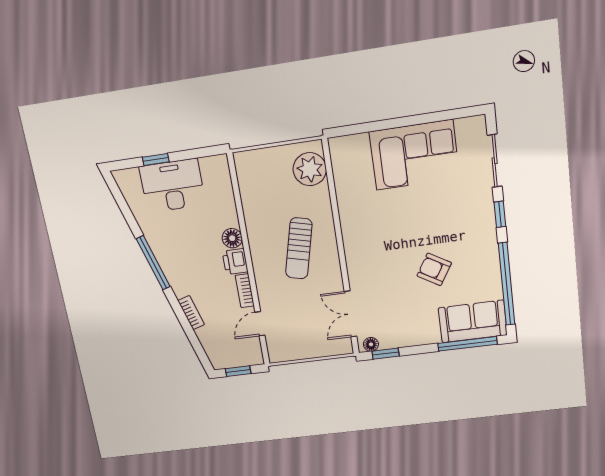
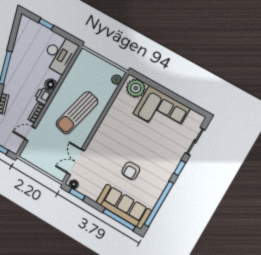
plant: (353, 151) -> (136, 88), added
plant: (310, 169) -> (116, 80), width x0.53, depth x0.53
desk: (172, 186) -> (60, 54), moved, turned 90
sun lounger: (299, 248) -> (77, 113), width x1.36, depth x1.34
armchair: (434, 269) -> (131, 171), turned -121
sofa: (473, 321) -> (124, 207), width x1.36

